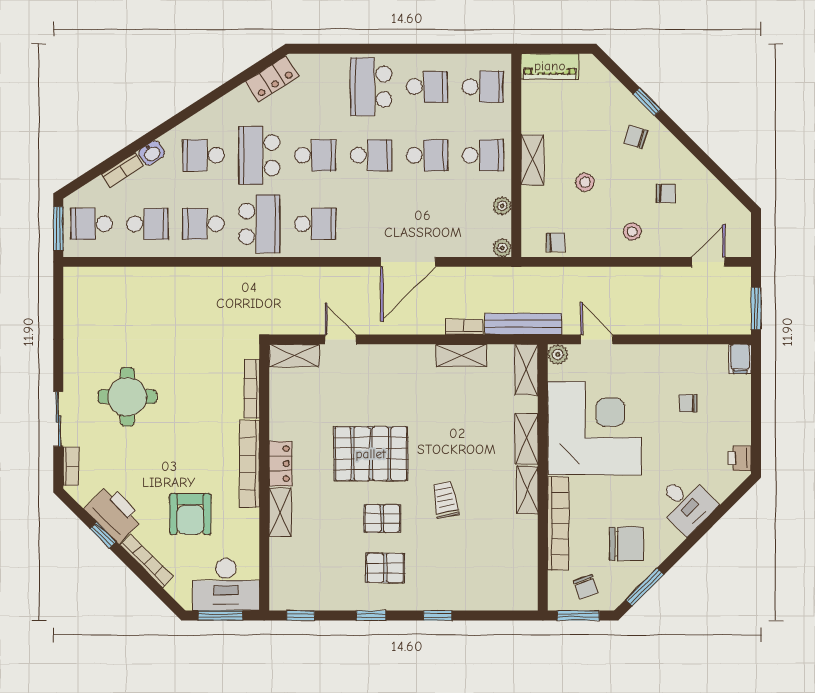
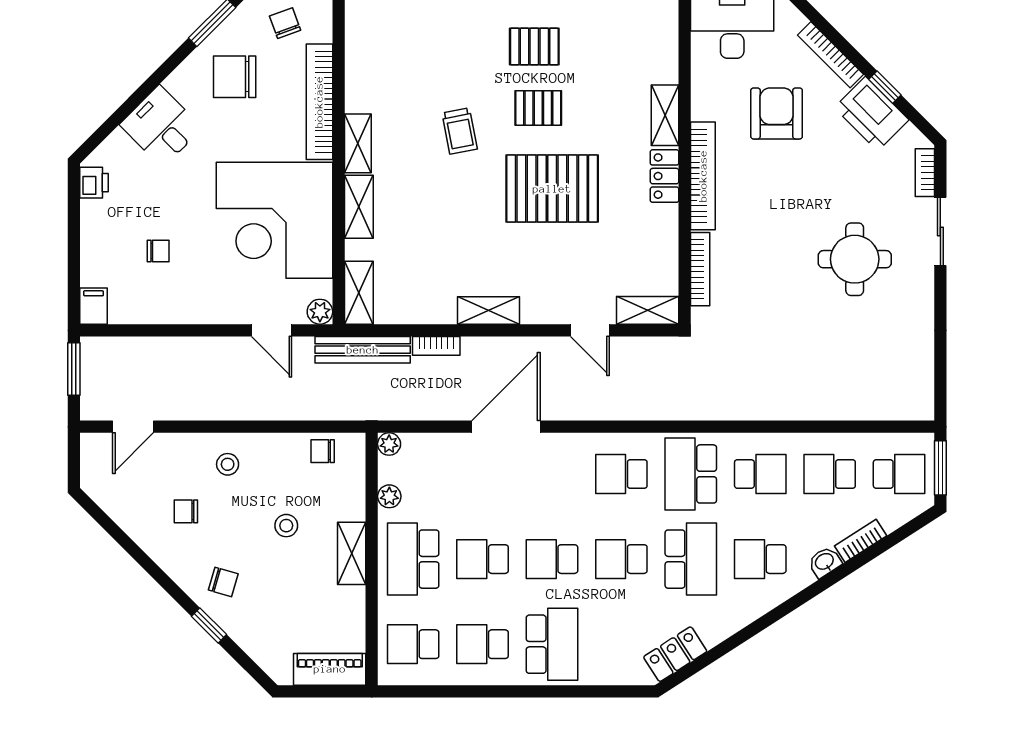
school desk: (203, 155) -> (760, 559), turned 180
school desk: (483, 155) -> (413, 559), width x1.85
shelving: (461, 355) -> (489, 310), moved

